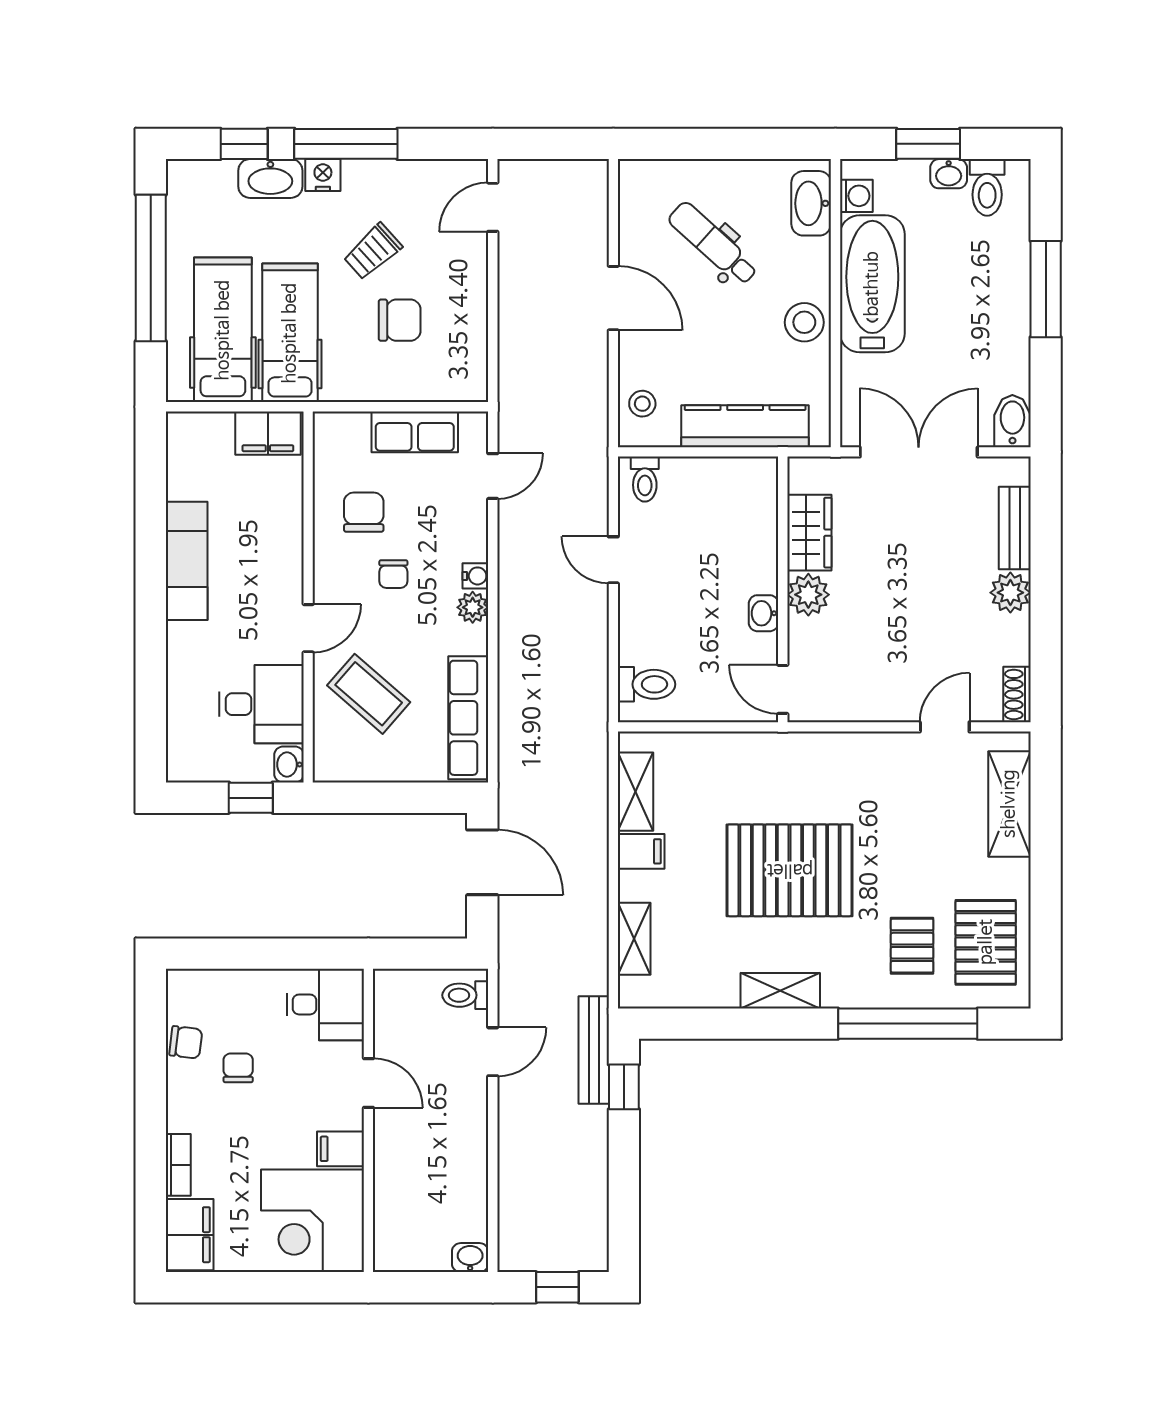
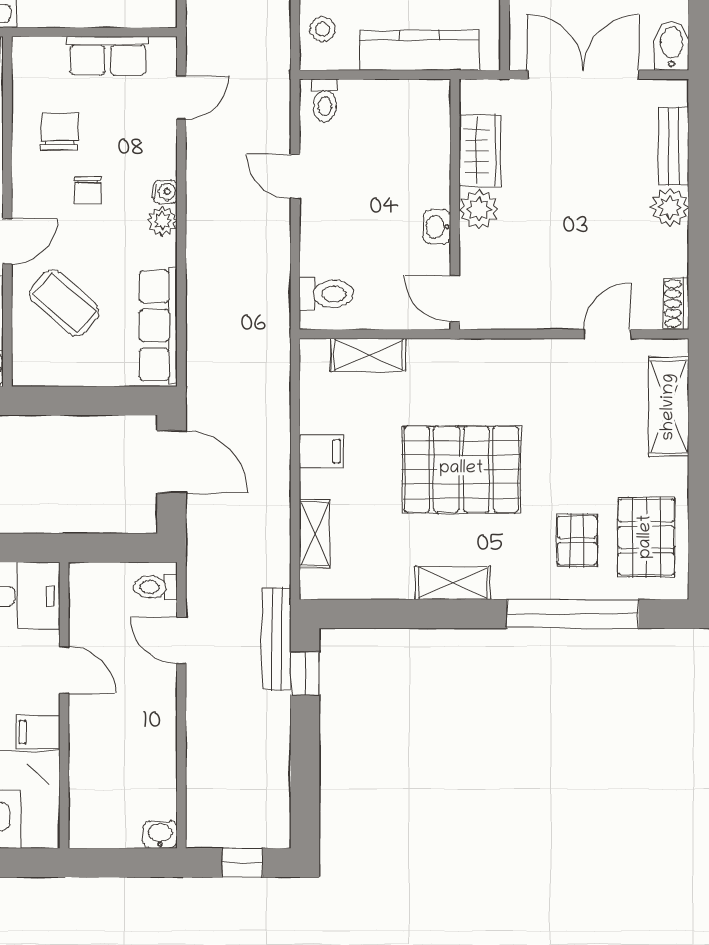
shelving: (635, 792) -> (368, 355), moved, turned 90
door: (493, 1052) -> (181, 640), swing flipped

